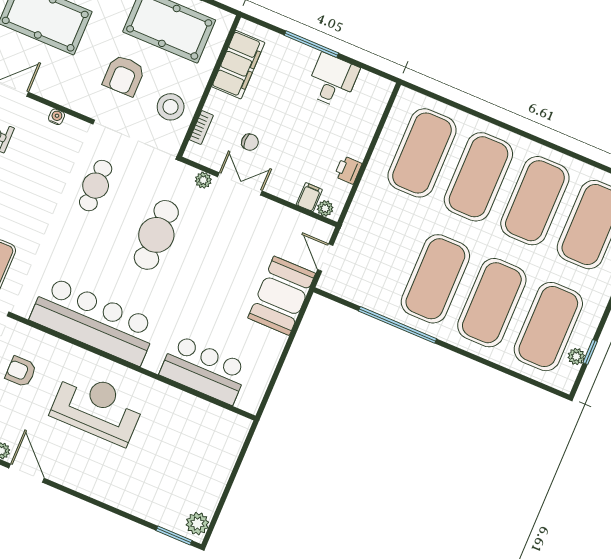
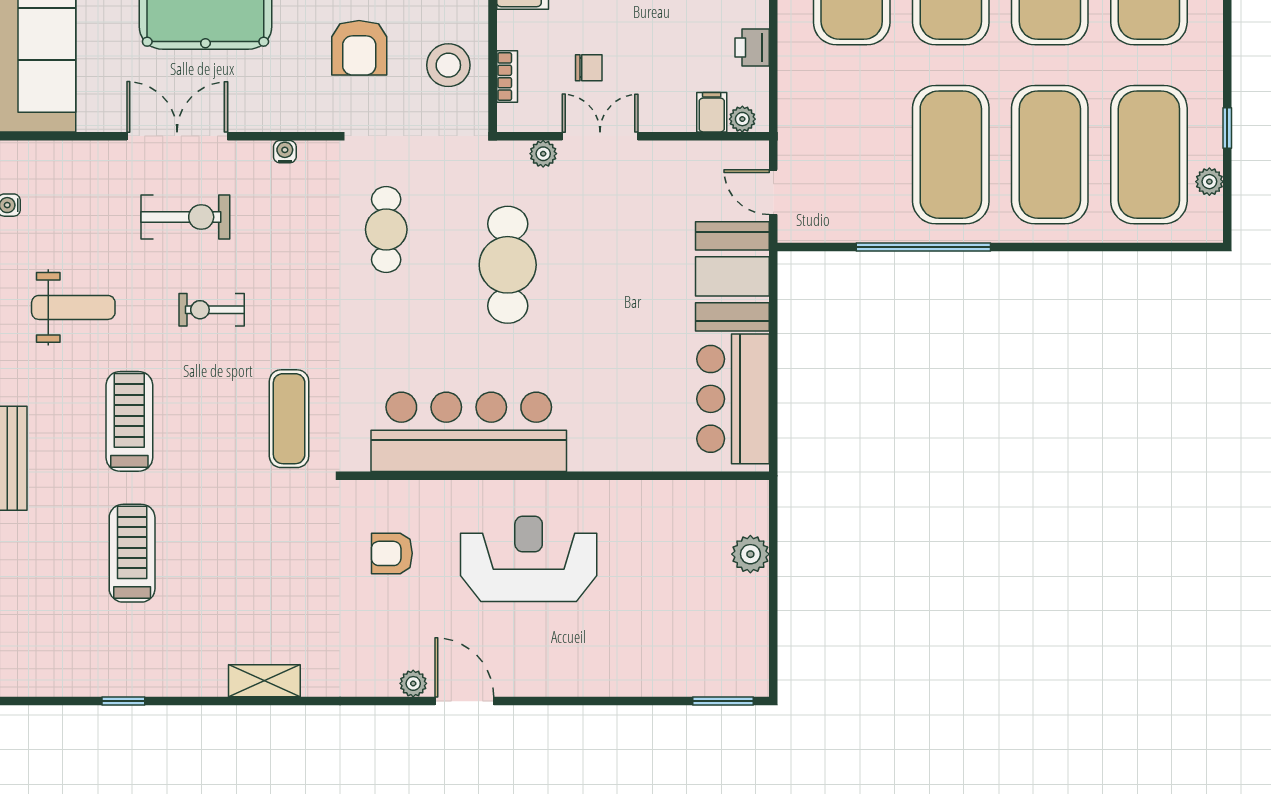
window: (590, 352) -> (1227, 128), moved
bar counter: (204, 370) -> (733, 399), moved, turned -90
plant: (197, 524) -> (750, 554), moved

